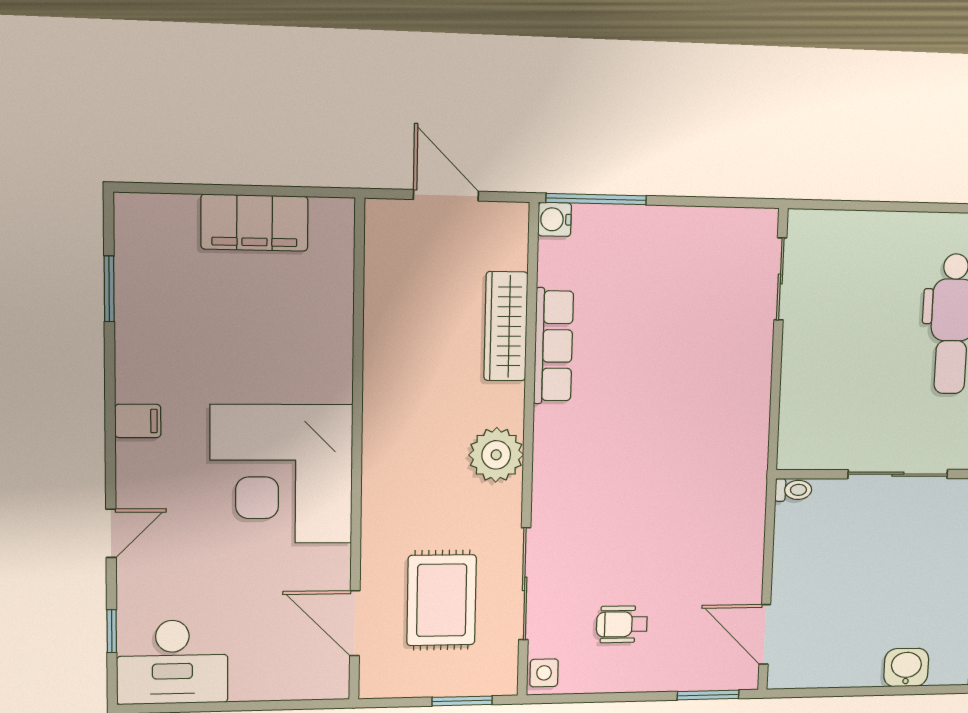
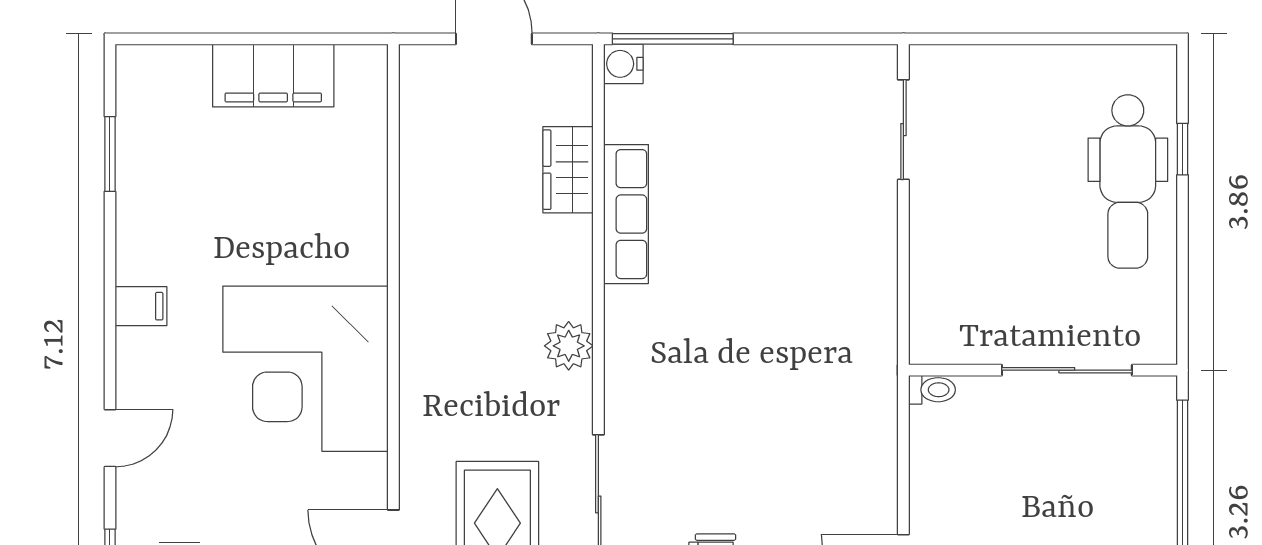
wardrobe: (506, 326) -> (568, 170), width x0.67
plant: (496, 455) -> (569, 346), width x0.73, depth x0.73

